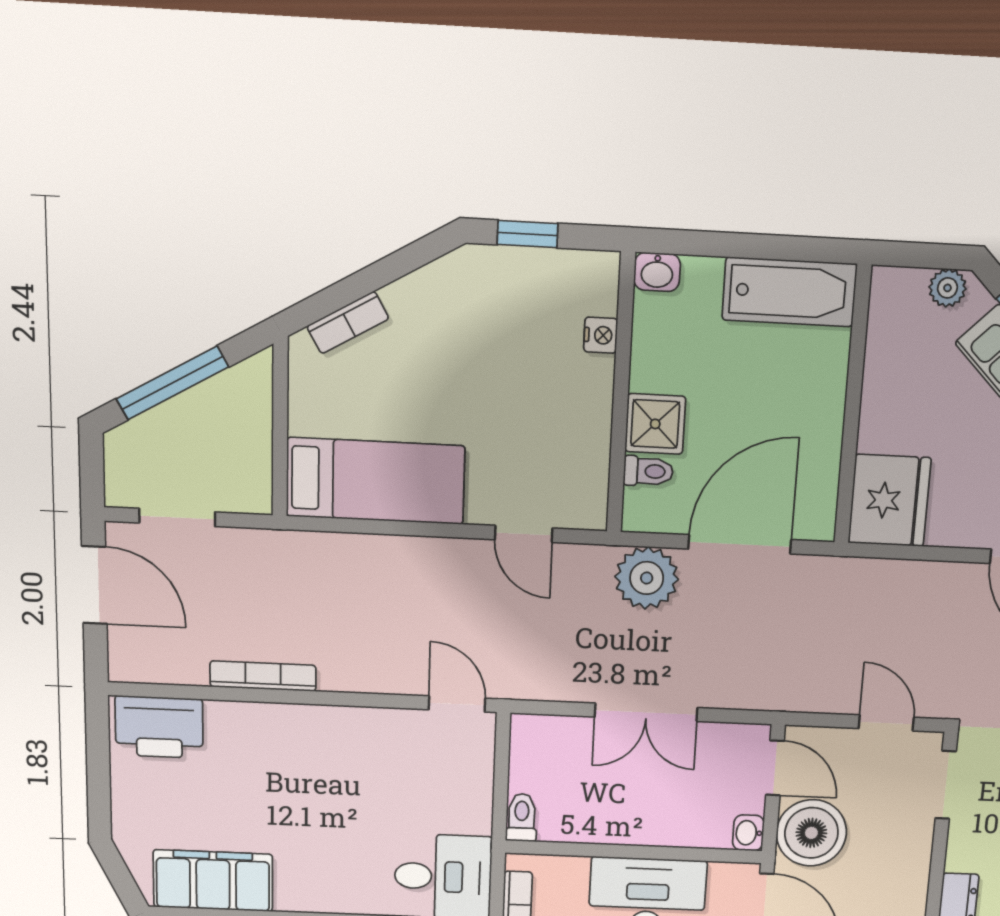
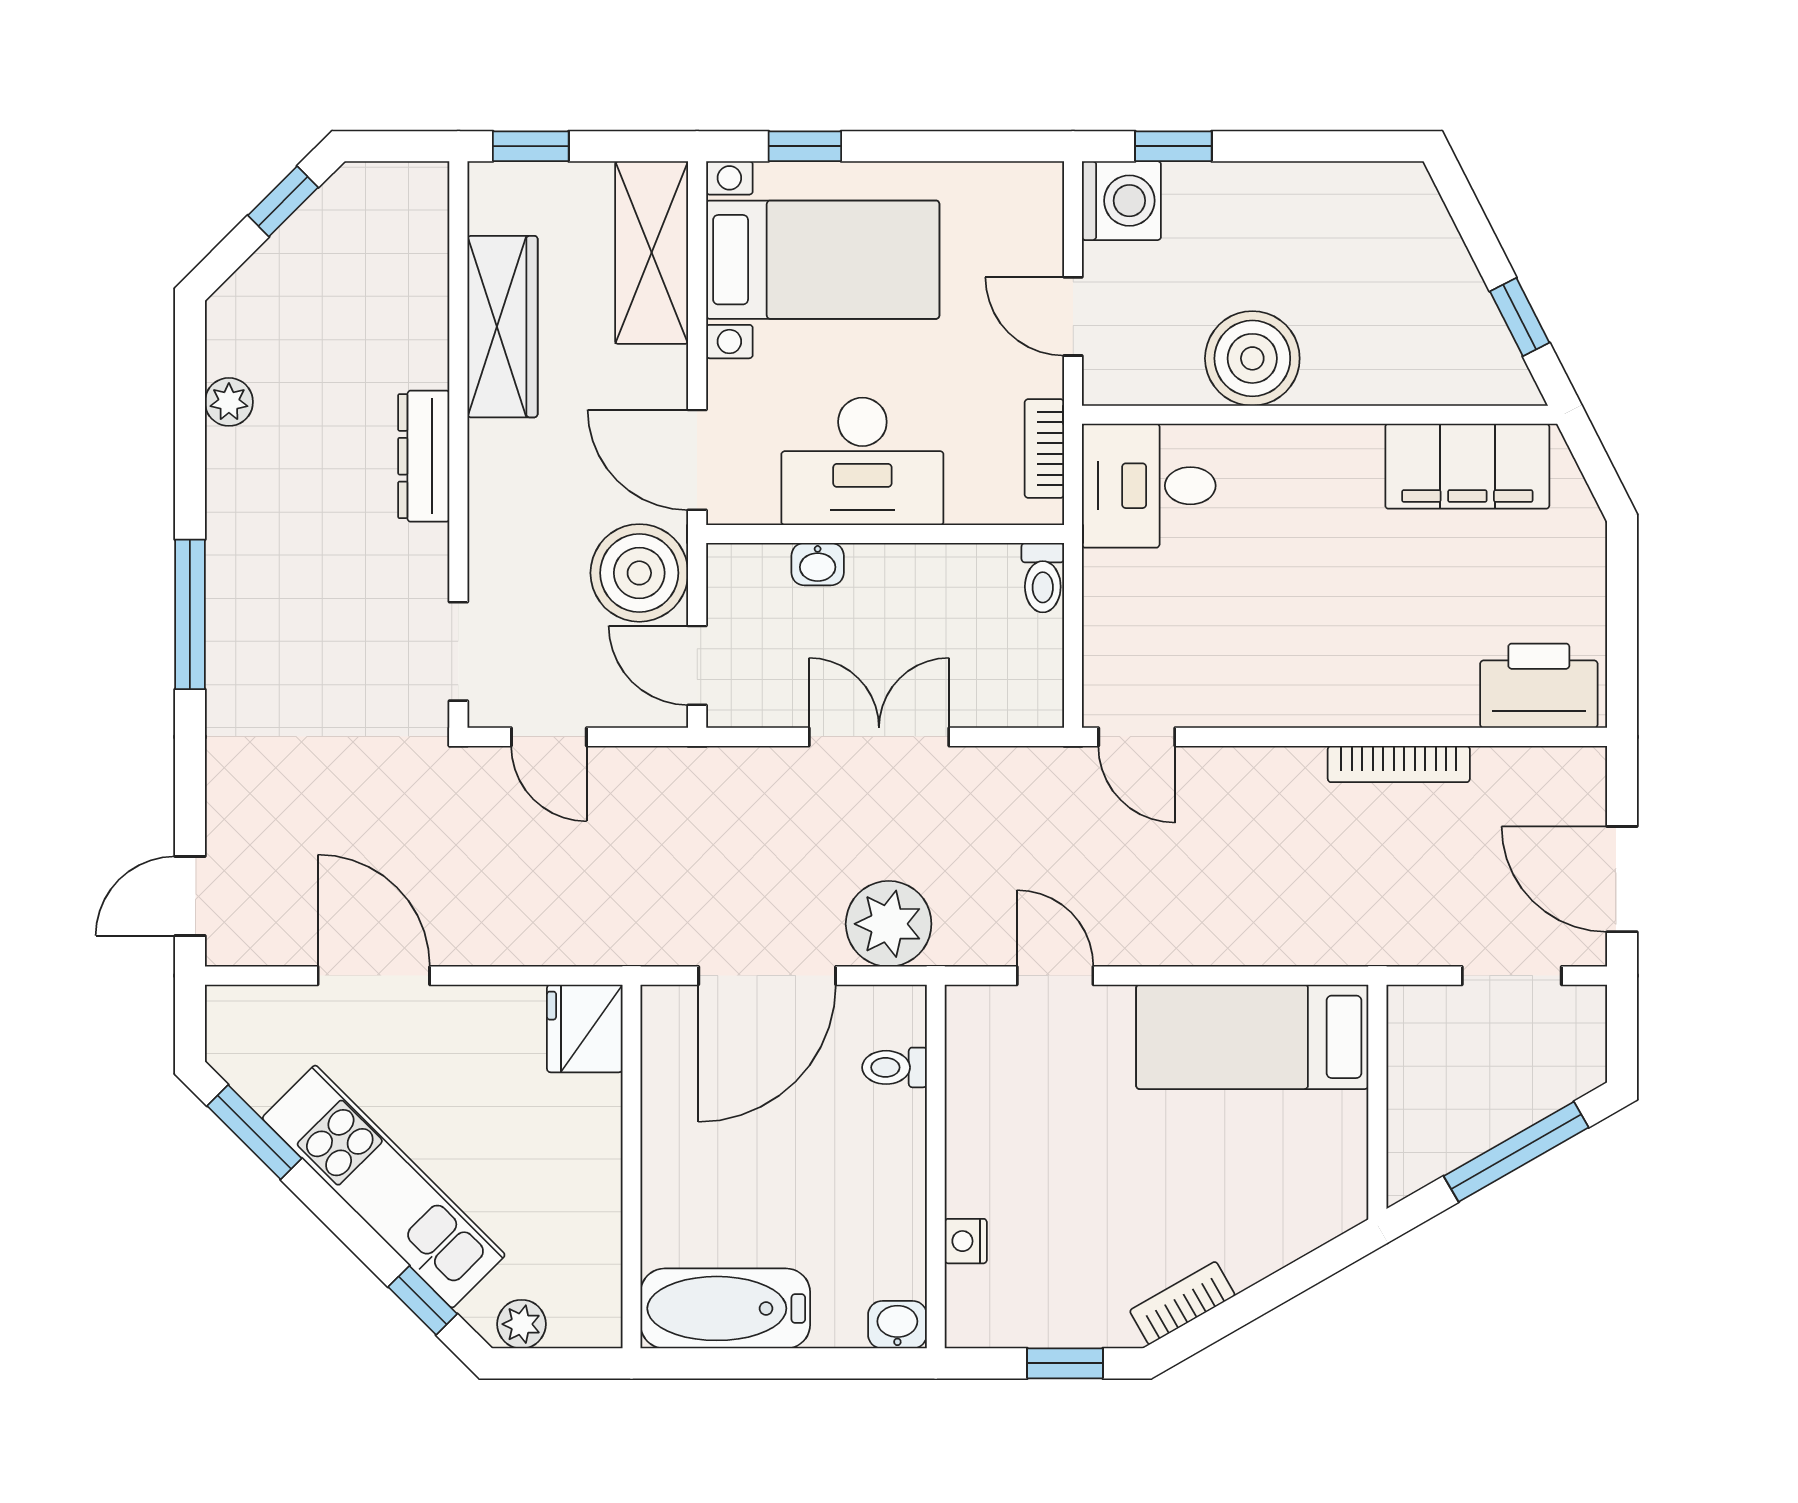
bookcase: (348, 322) -> (1182, 1303), moved
shower: (655, 424) -> (889, 1130), removed
fridge: (889, 500) -> (585, 1028), width x0.73, depth x0.75
washbasin: (748, 833) -> (818, 564), moved, turned 90

